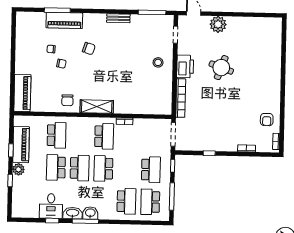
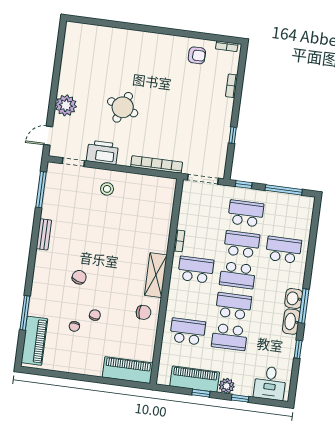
piano: (64, 20) -> (34, 341), moved
printer: (185, 66) -> (102, 152), moved
school desk: (150, 202) -> (242, 244), moved, turned 180
desk: (51, 206) -> (270, 383), moved, turned 90

